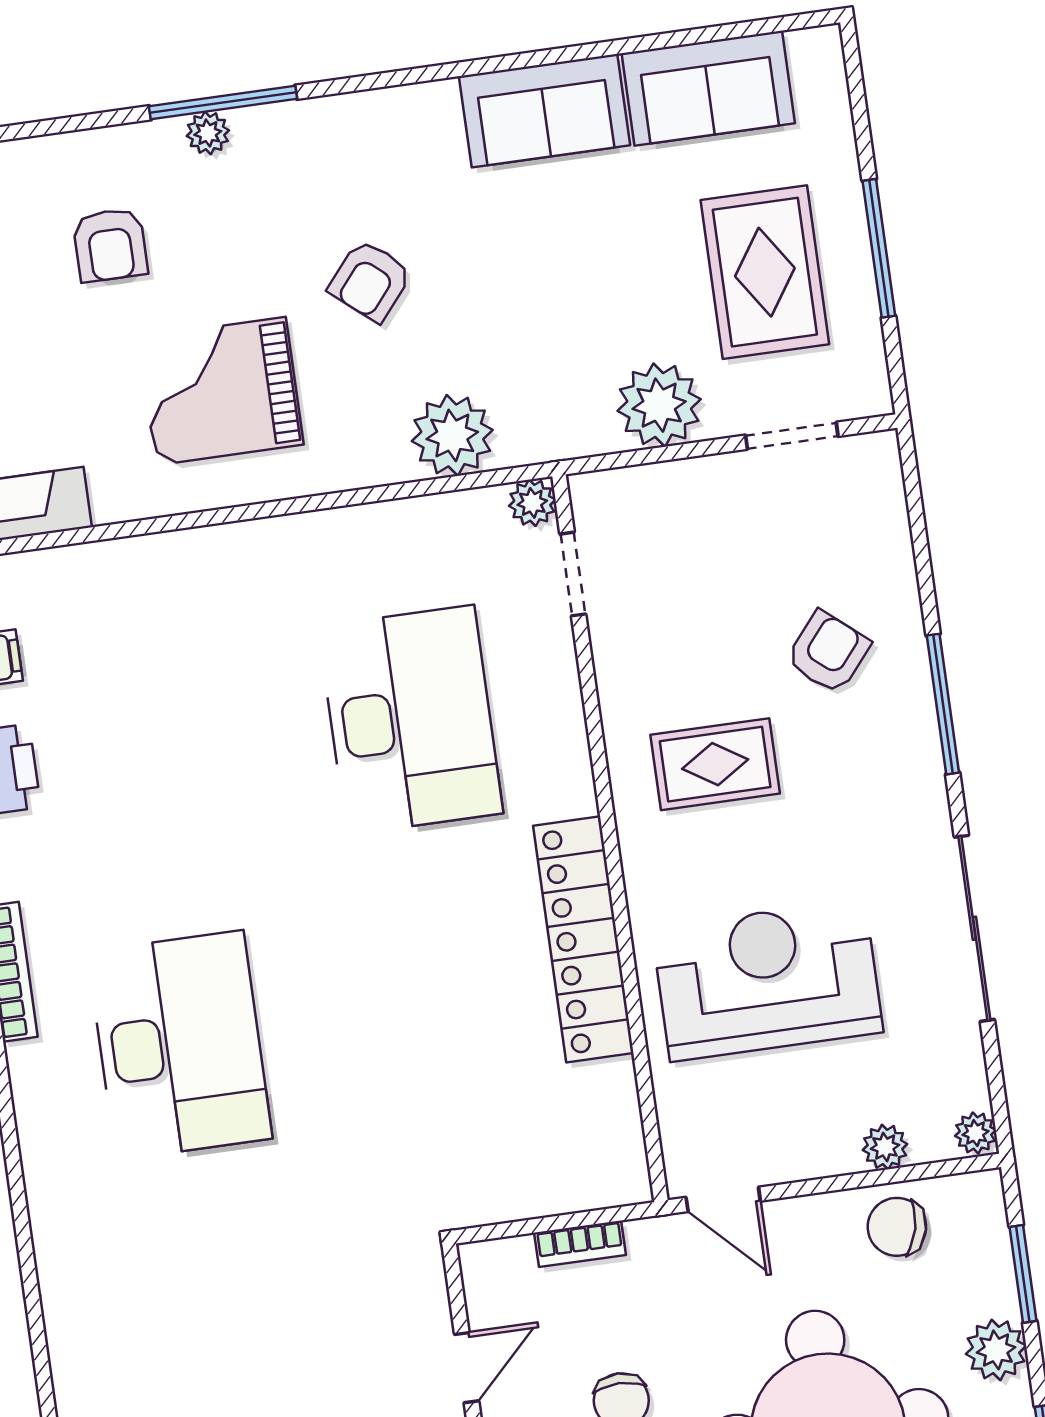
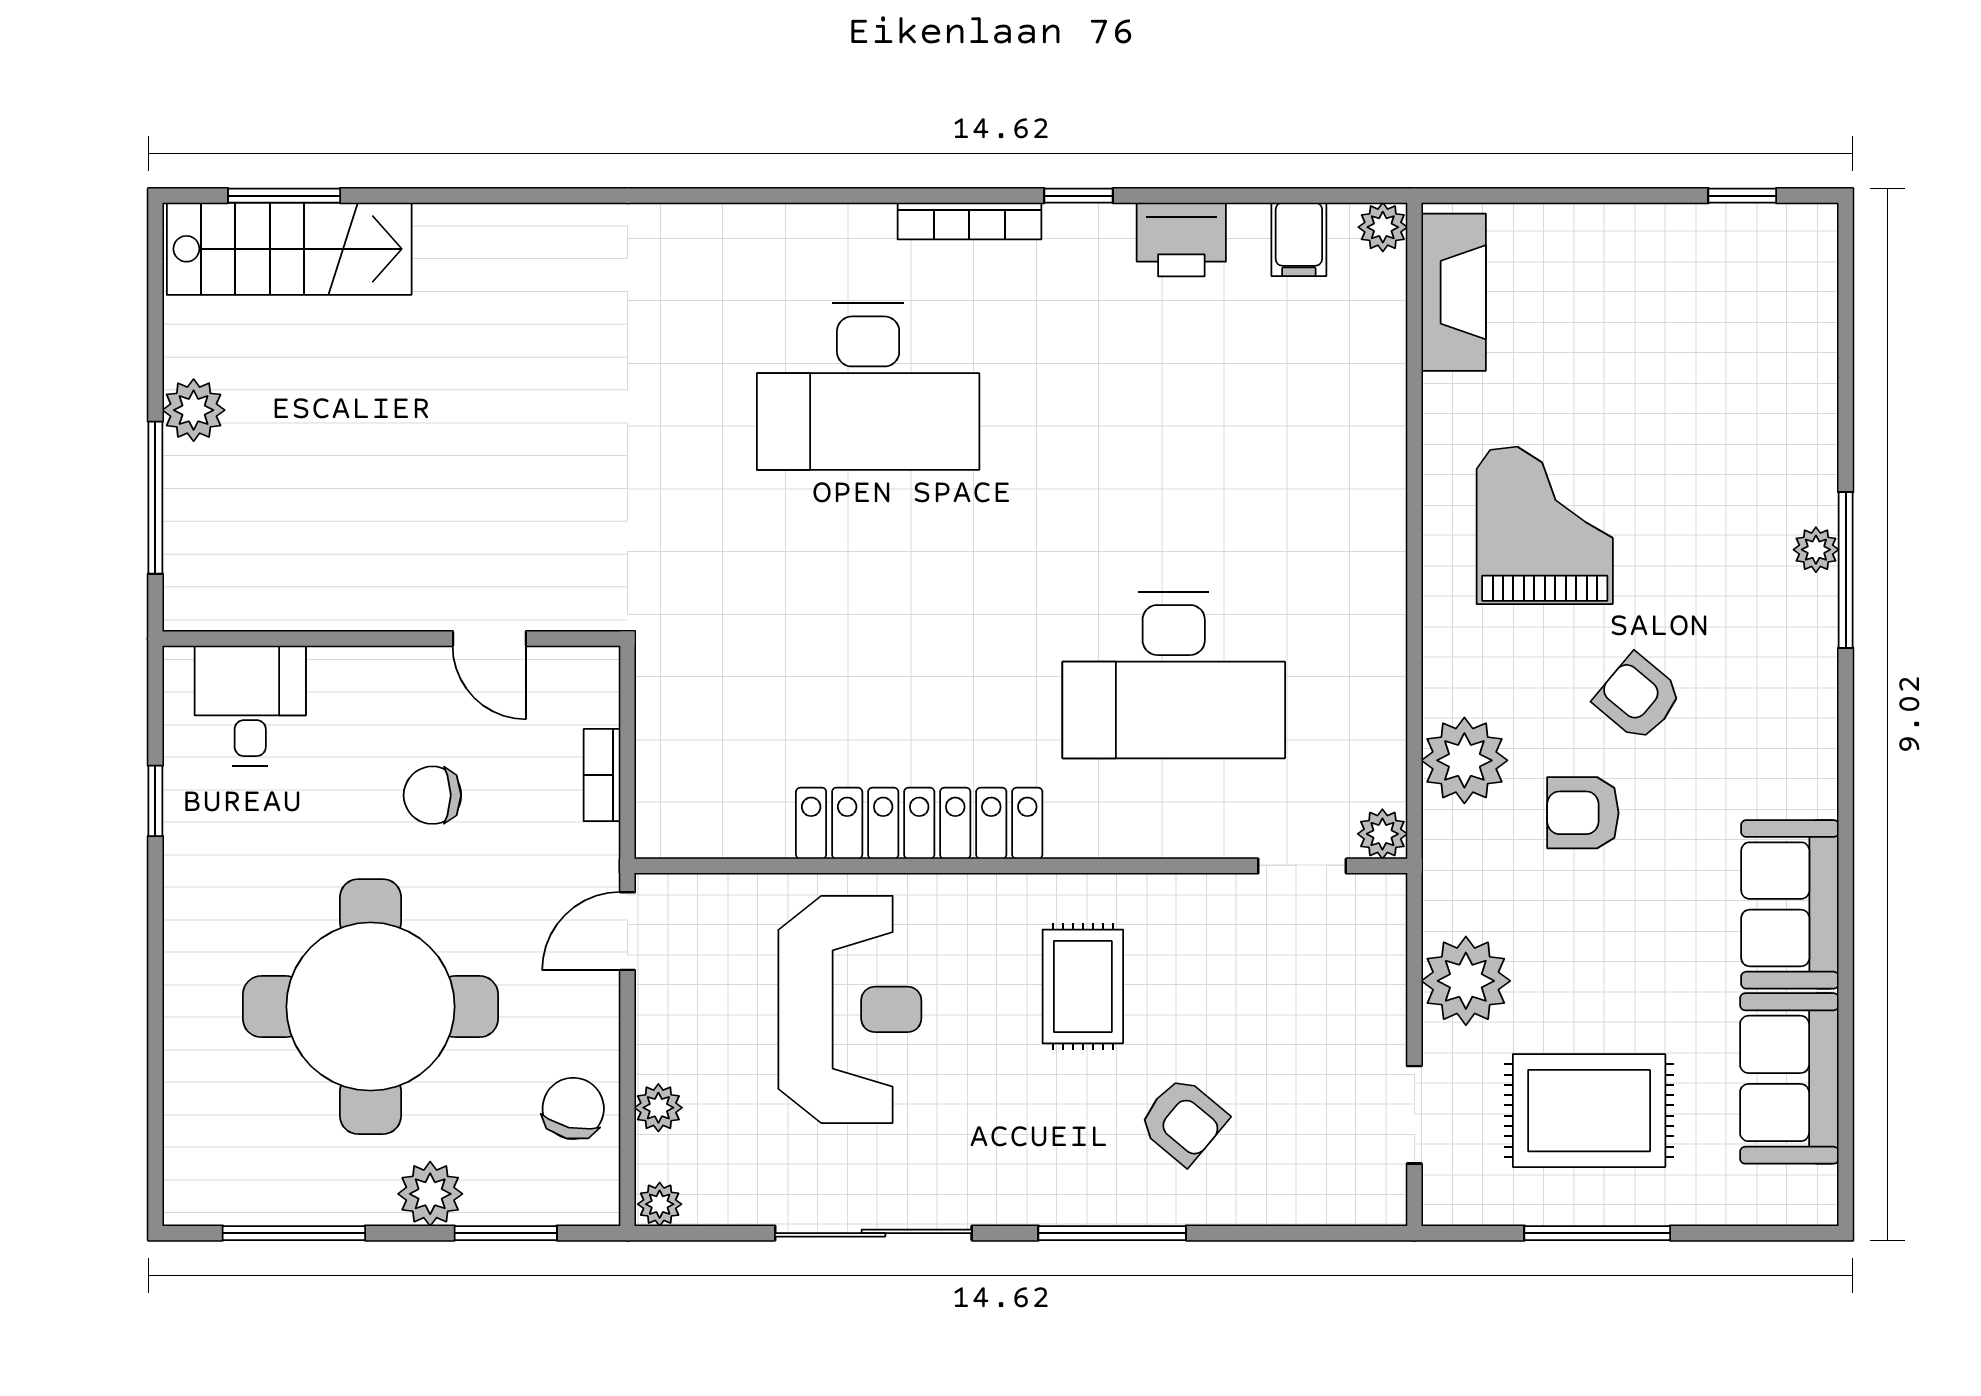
armchair: (110, 245) -> (1583, 813), moved

